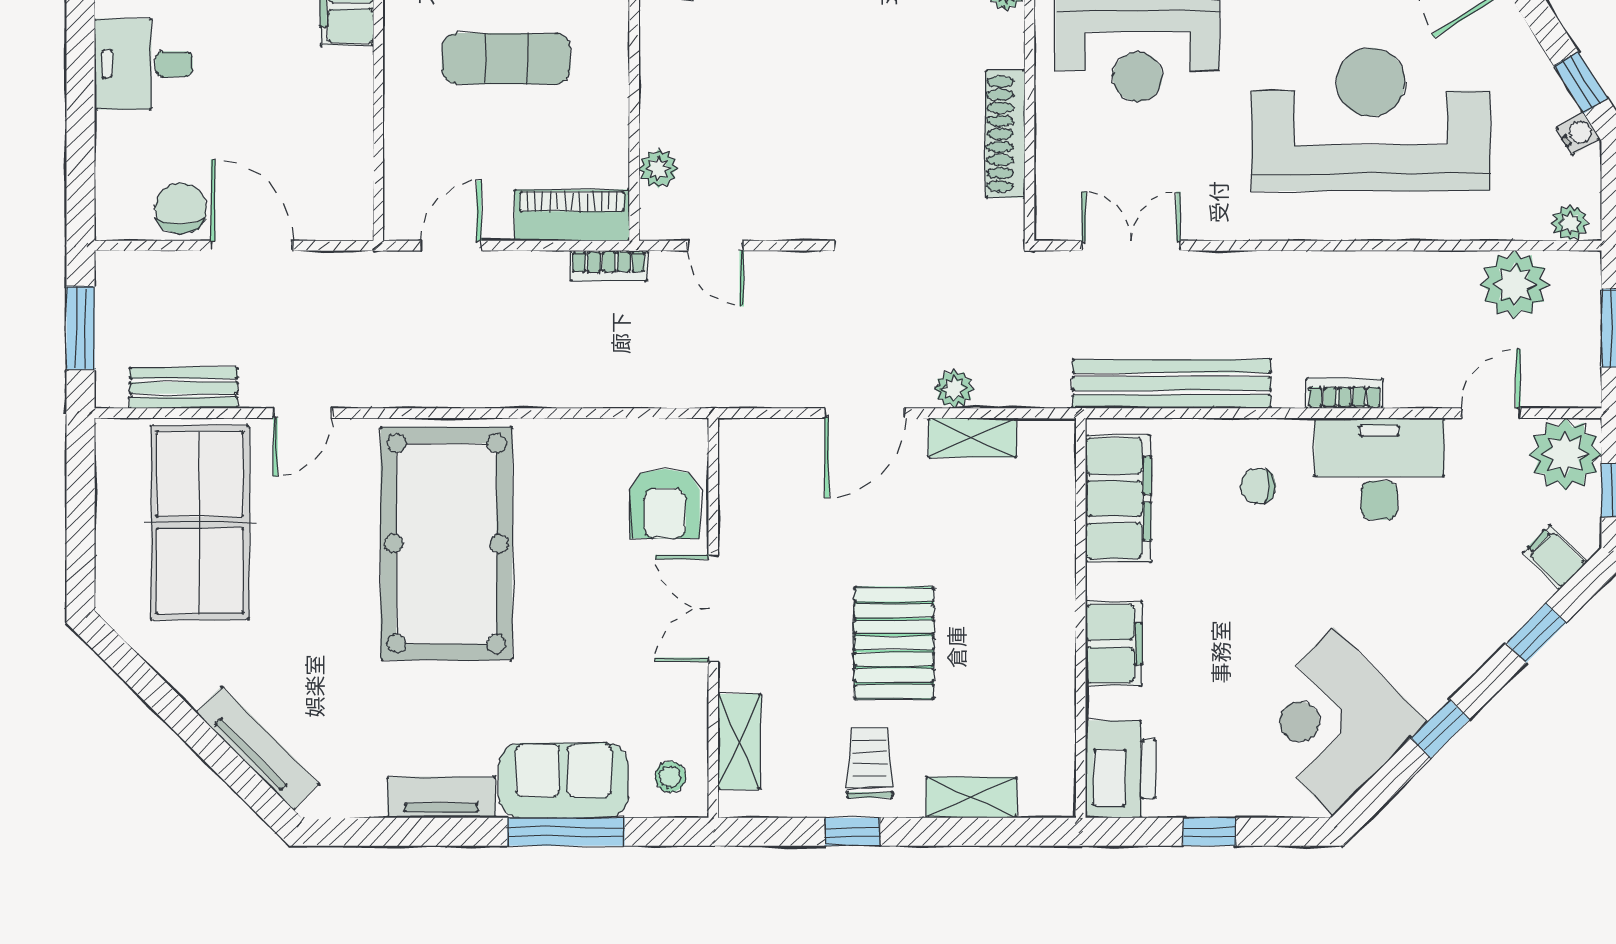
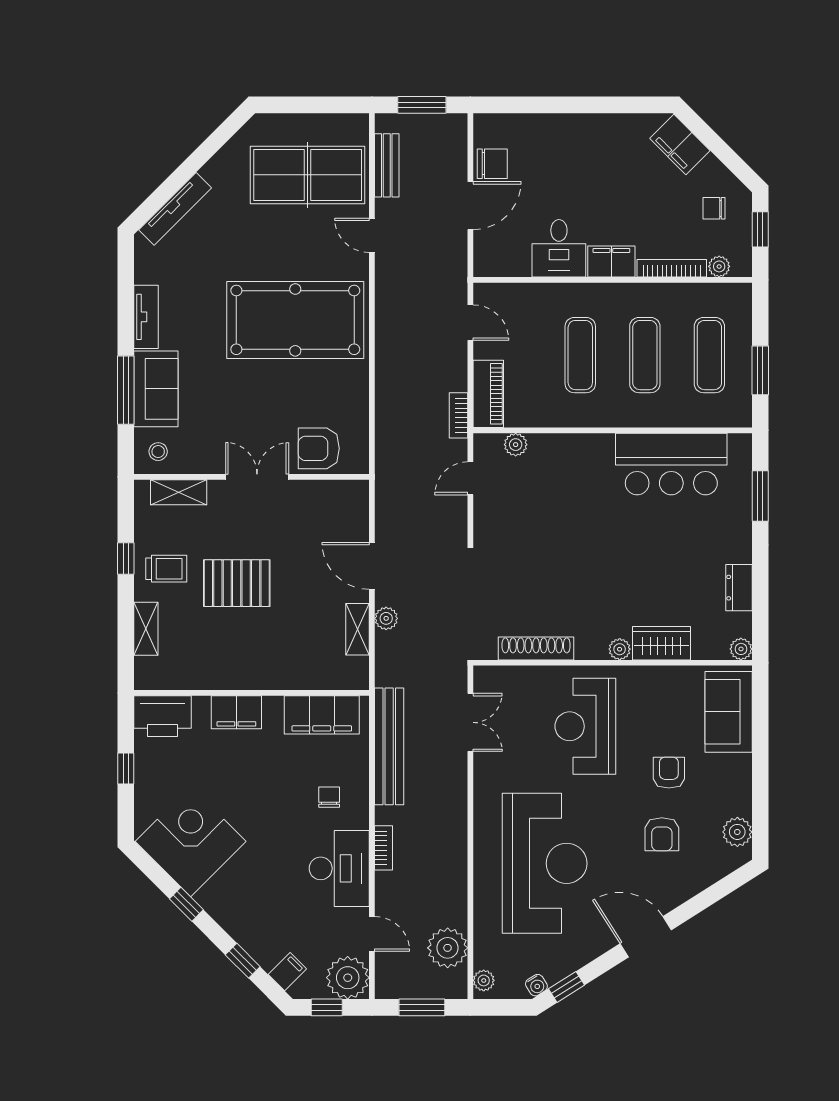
desk: (144, 64) -> (559, 248), moved, turned 180

